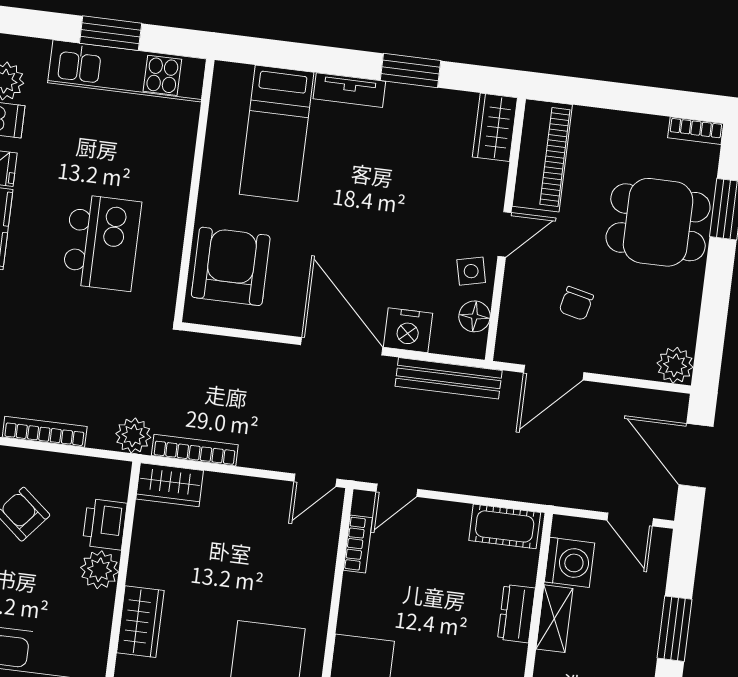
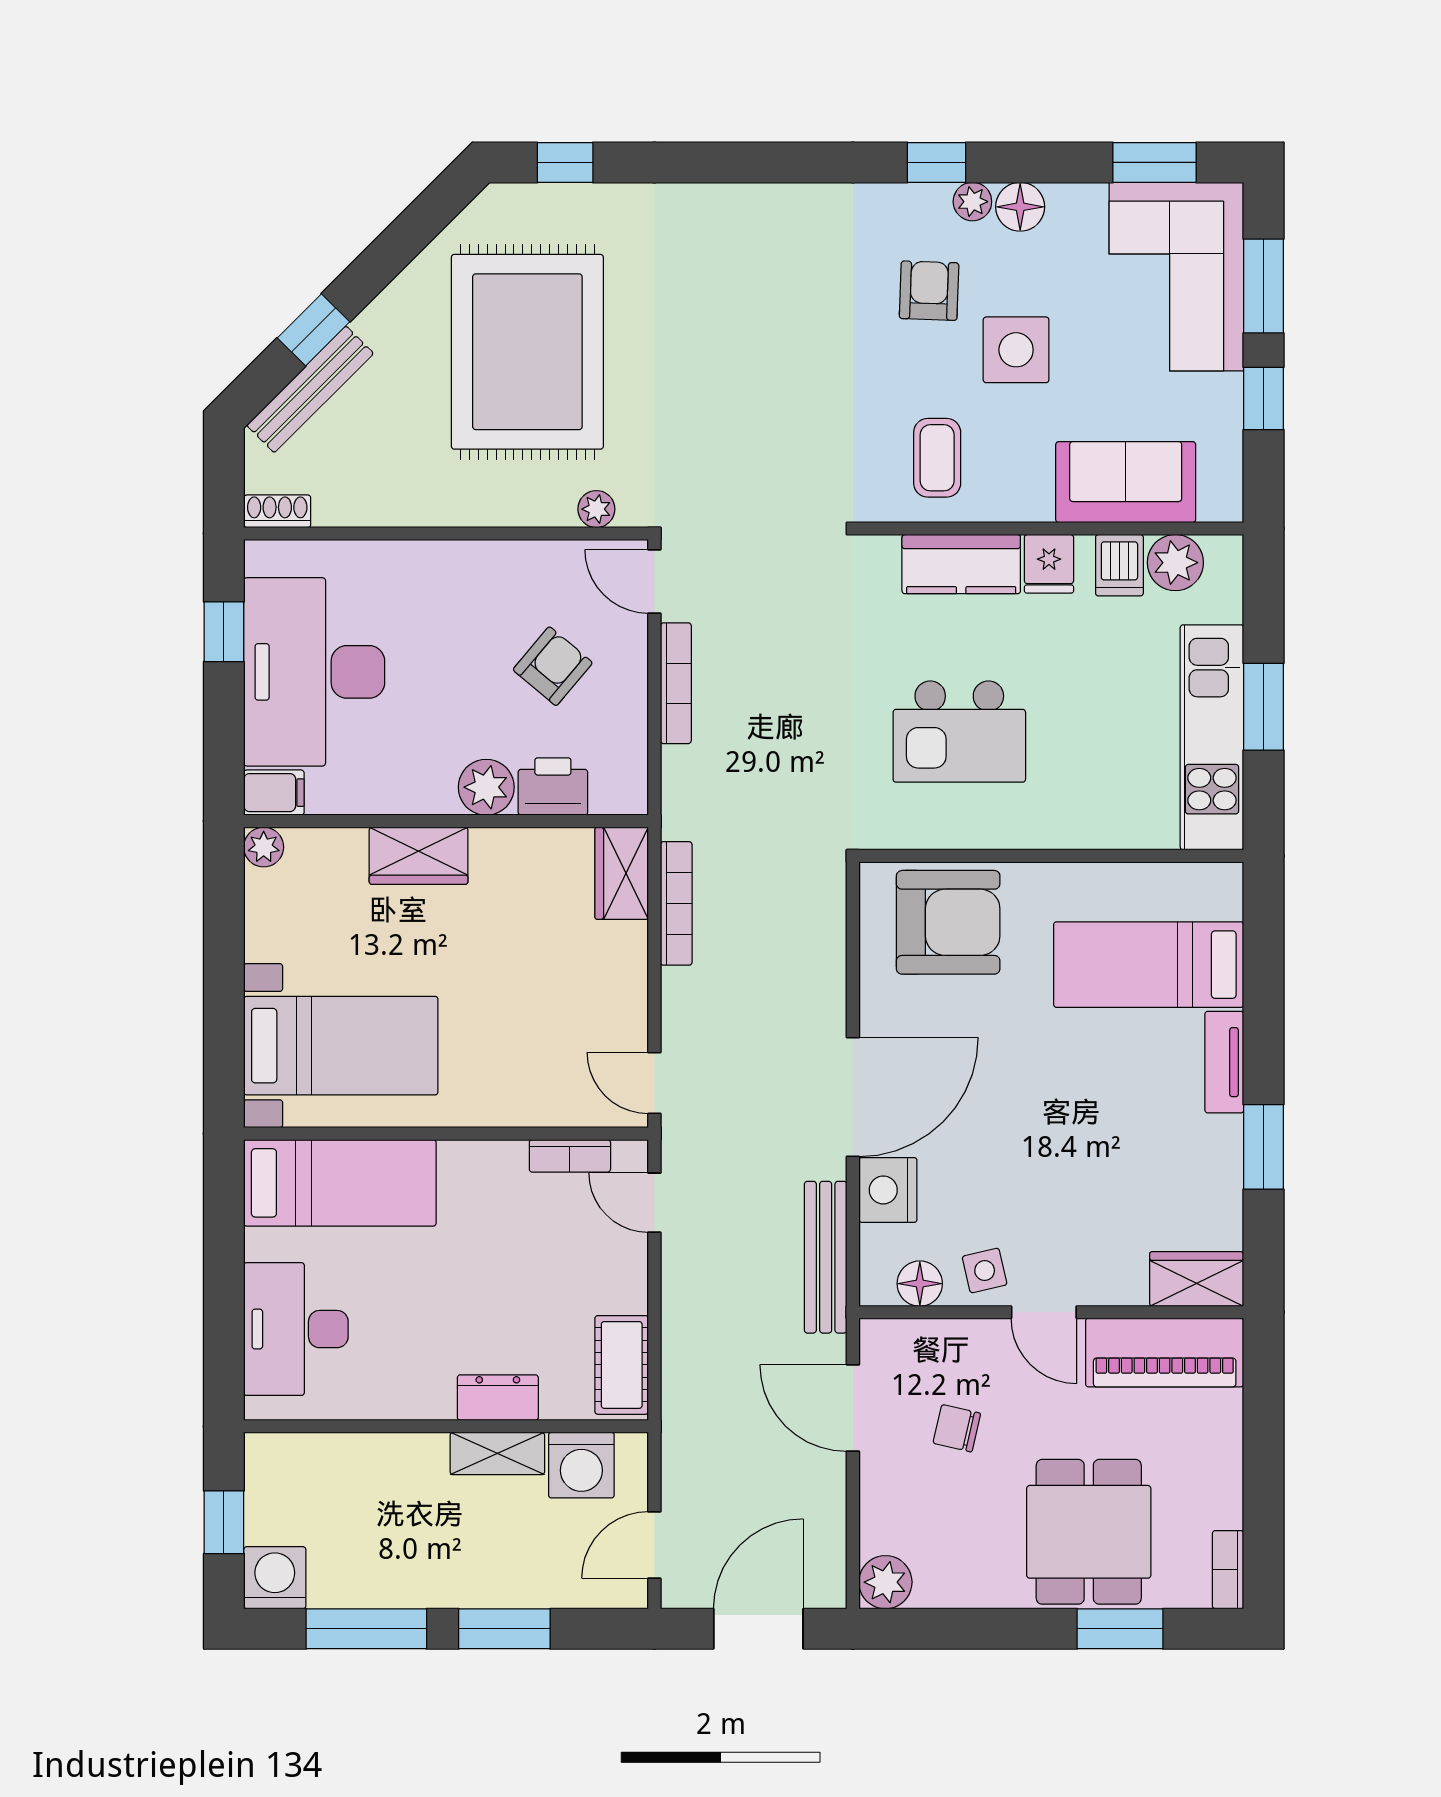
plant: (133, 435) -> (686, 812), removed

